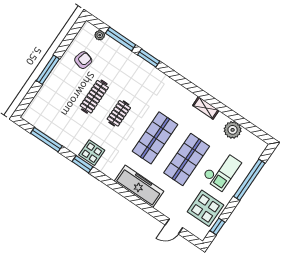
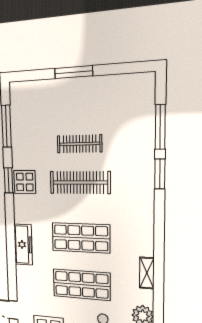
plant: (100, 35) -> (149, 100), removed
armchair: (83, 60) -> (109, 103), removed
clothes rail: (119, 113) -> (80, 183), width x1.86, depth x1.31
freezer: (139, 186) -> (23, 245), width x0.73, depth x0.79

